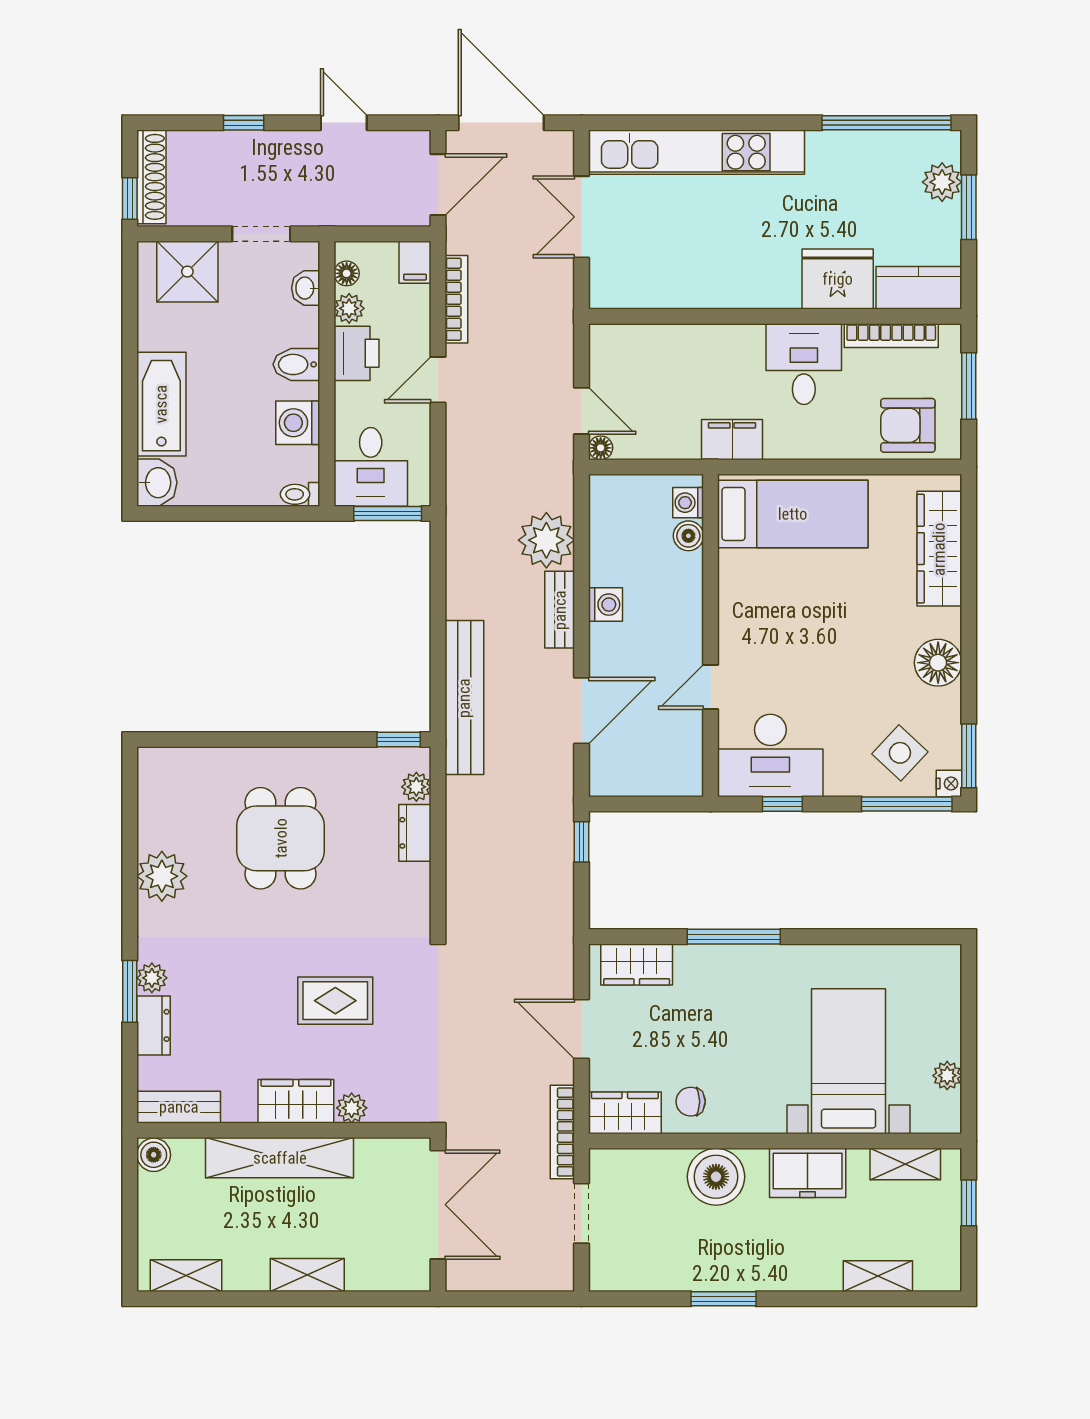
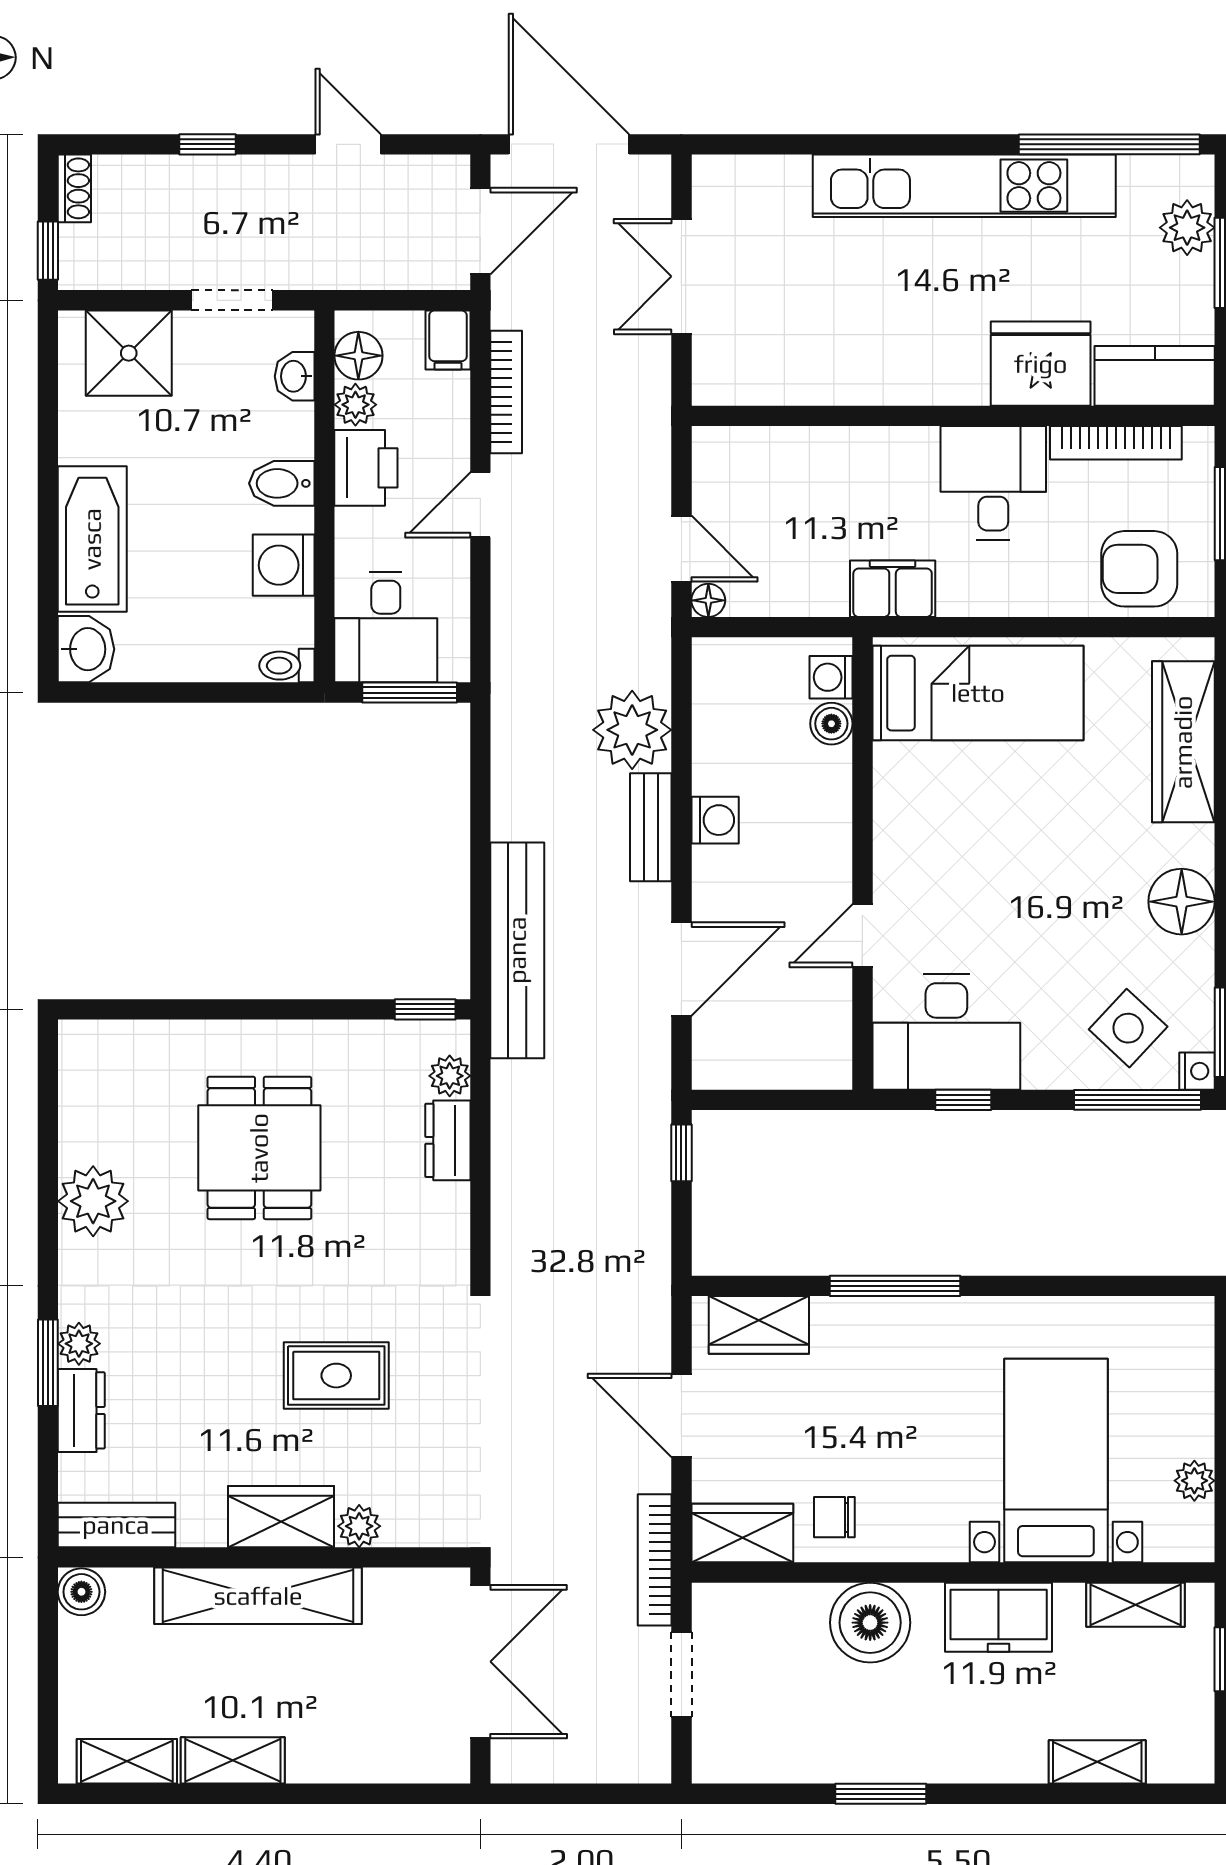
kitchen unit: (697, 152) -> (964, 186), moved
shoe rack: (151, 177) -> (74, 188), width x0.51, depth x0.81
floor lamp: (347, 273) -> (358, 356), width x1.37, depth x1.37
shelving: (307, 1275) -> (233, 1760), moved

